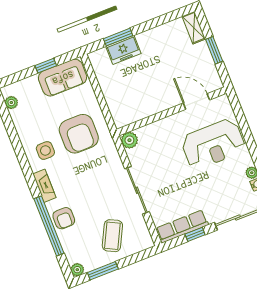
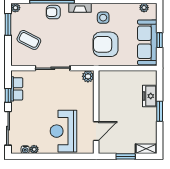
window: (118, 37) -> (160, 111), moved
sofa: (63, 78) -> (147, 42), width x1.36
row of seats: (182, 226) -> (17, 89), width x0.68

